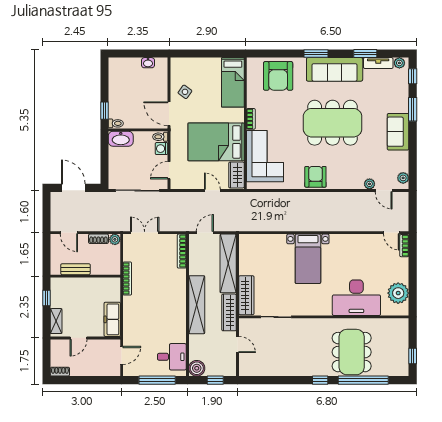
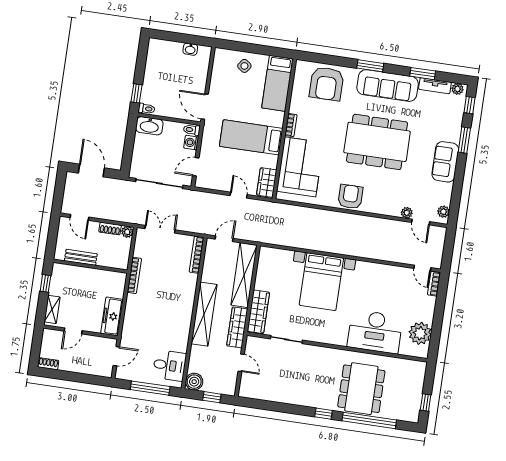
side table: (185, 92) -> (244, 66), moved
bed: (216, 142) -> (251, 137), width x0.67
bed with nightstands: (308, 259) -> (321, 282), width x1.36

